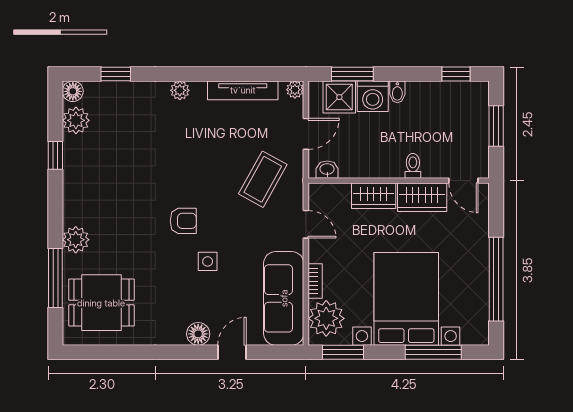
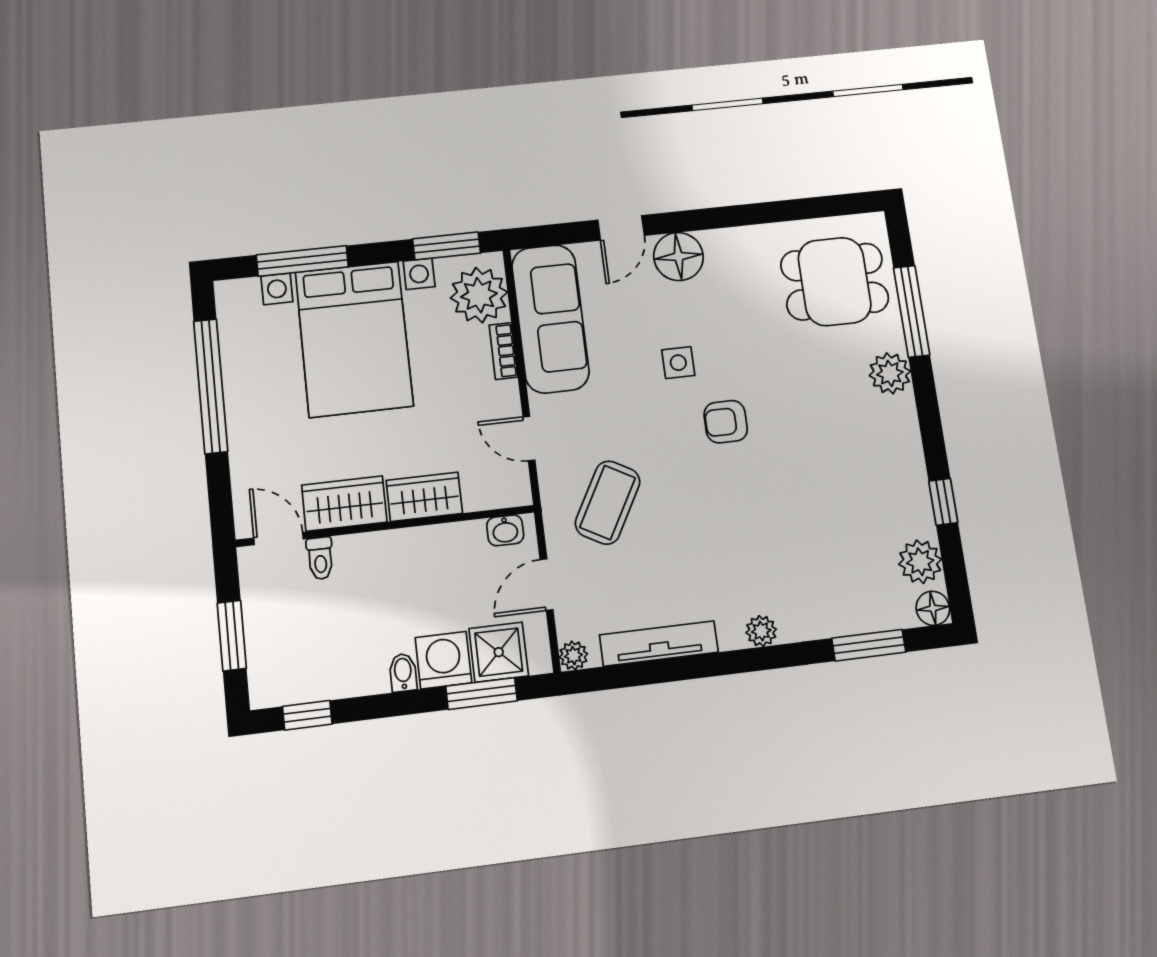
window: (116, 74) -> (869, 645), width x1.50
toilet: (413, 166) -> (320, 558), moved
floor lamp: (198, 334) -> (678, 257), width x1.38, depth x1.38

